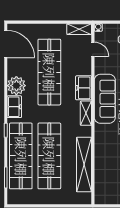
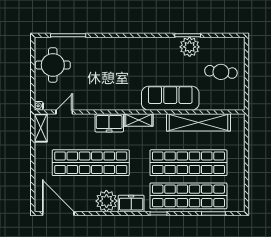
door: (6, 44) -> (58, 213), hinge flipped
sofa: (105, 99) -> (170, 98), moved

